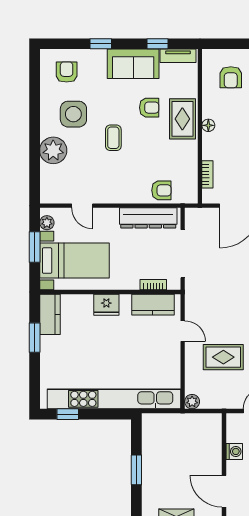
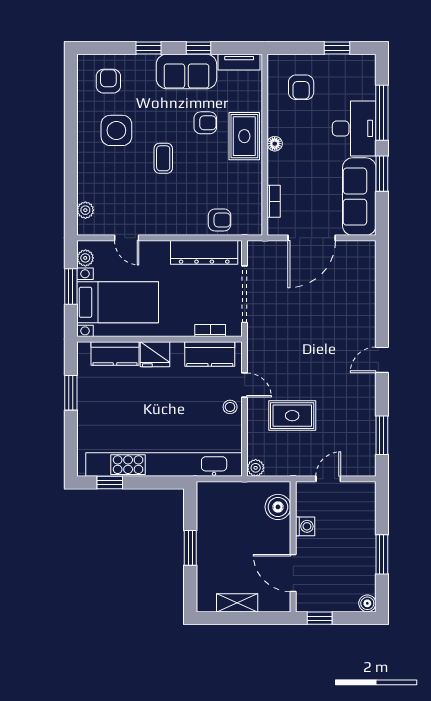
window: (158, 44) -> (199, 48), moved
plant: (53, 150) -> (85, 210), moved, width x0.53, depth x0.53
kitchen counter: (50, 314) -> (115, 354), moved, turned 90
stool: (170, 350) -> (230, 407), added
boiler: (211, 435) -> (278, 507), added

